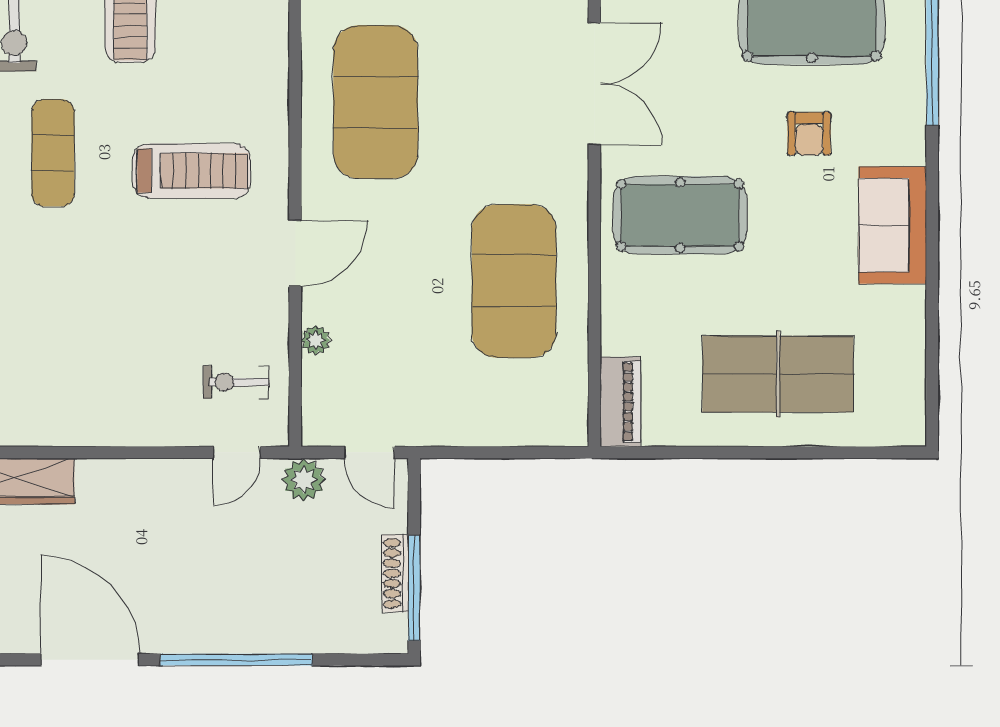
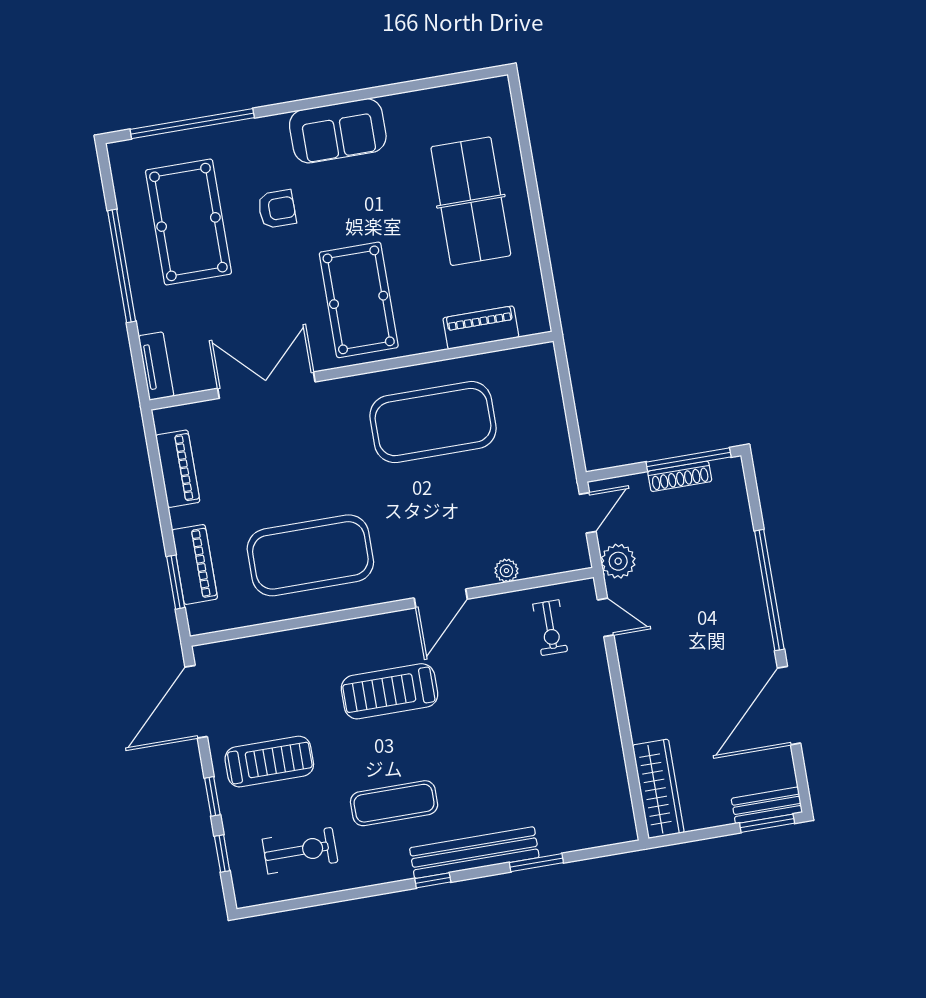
treadmill: (192, 171) -> (389, 691), turned -90
door: (295, 253) -> (441, 598), swing flipped
piano: (620, 402) -> (481, 328), moved

